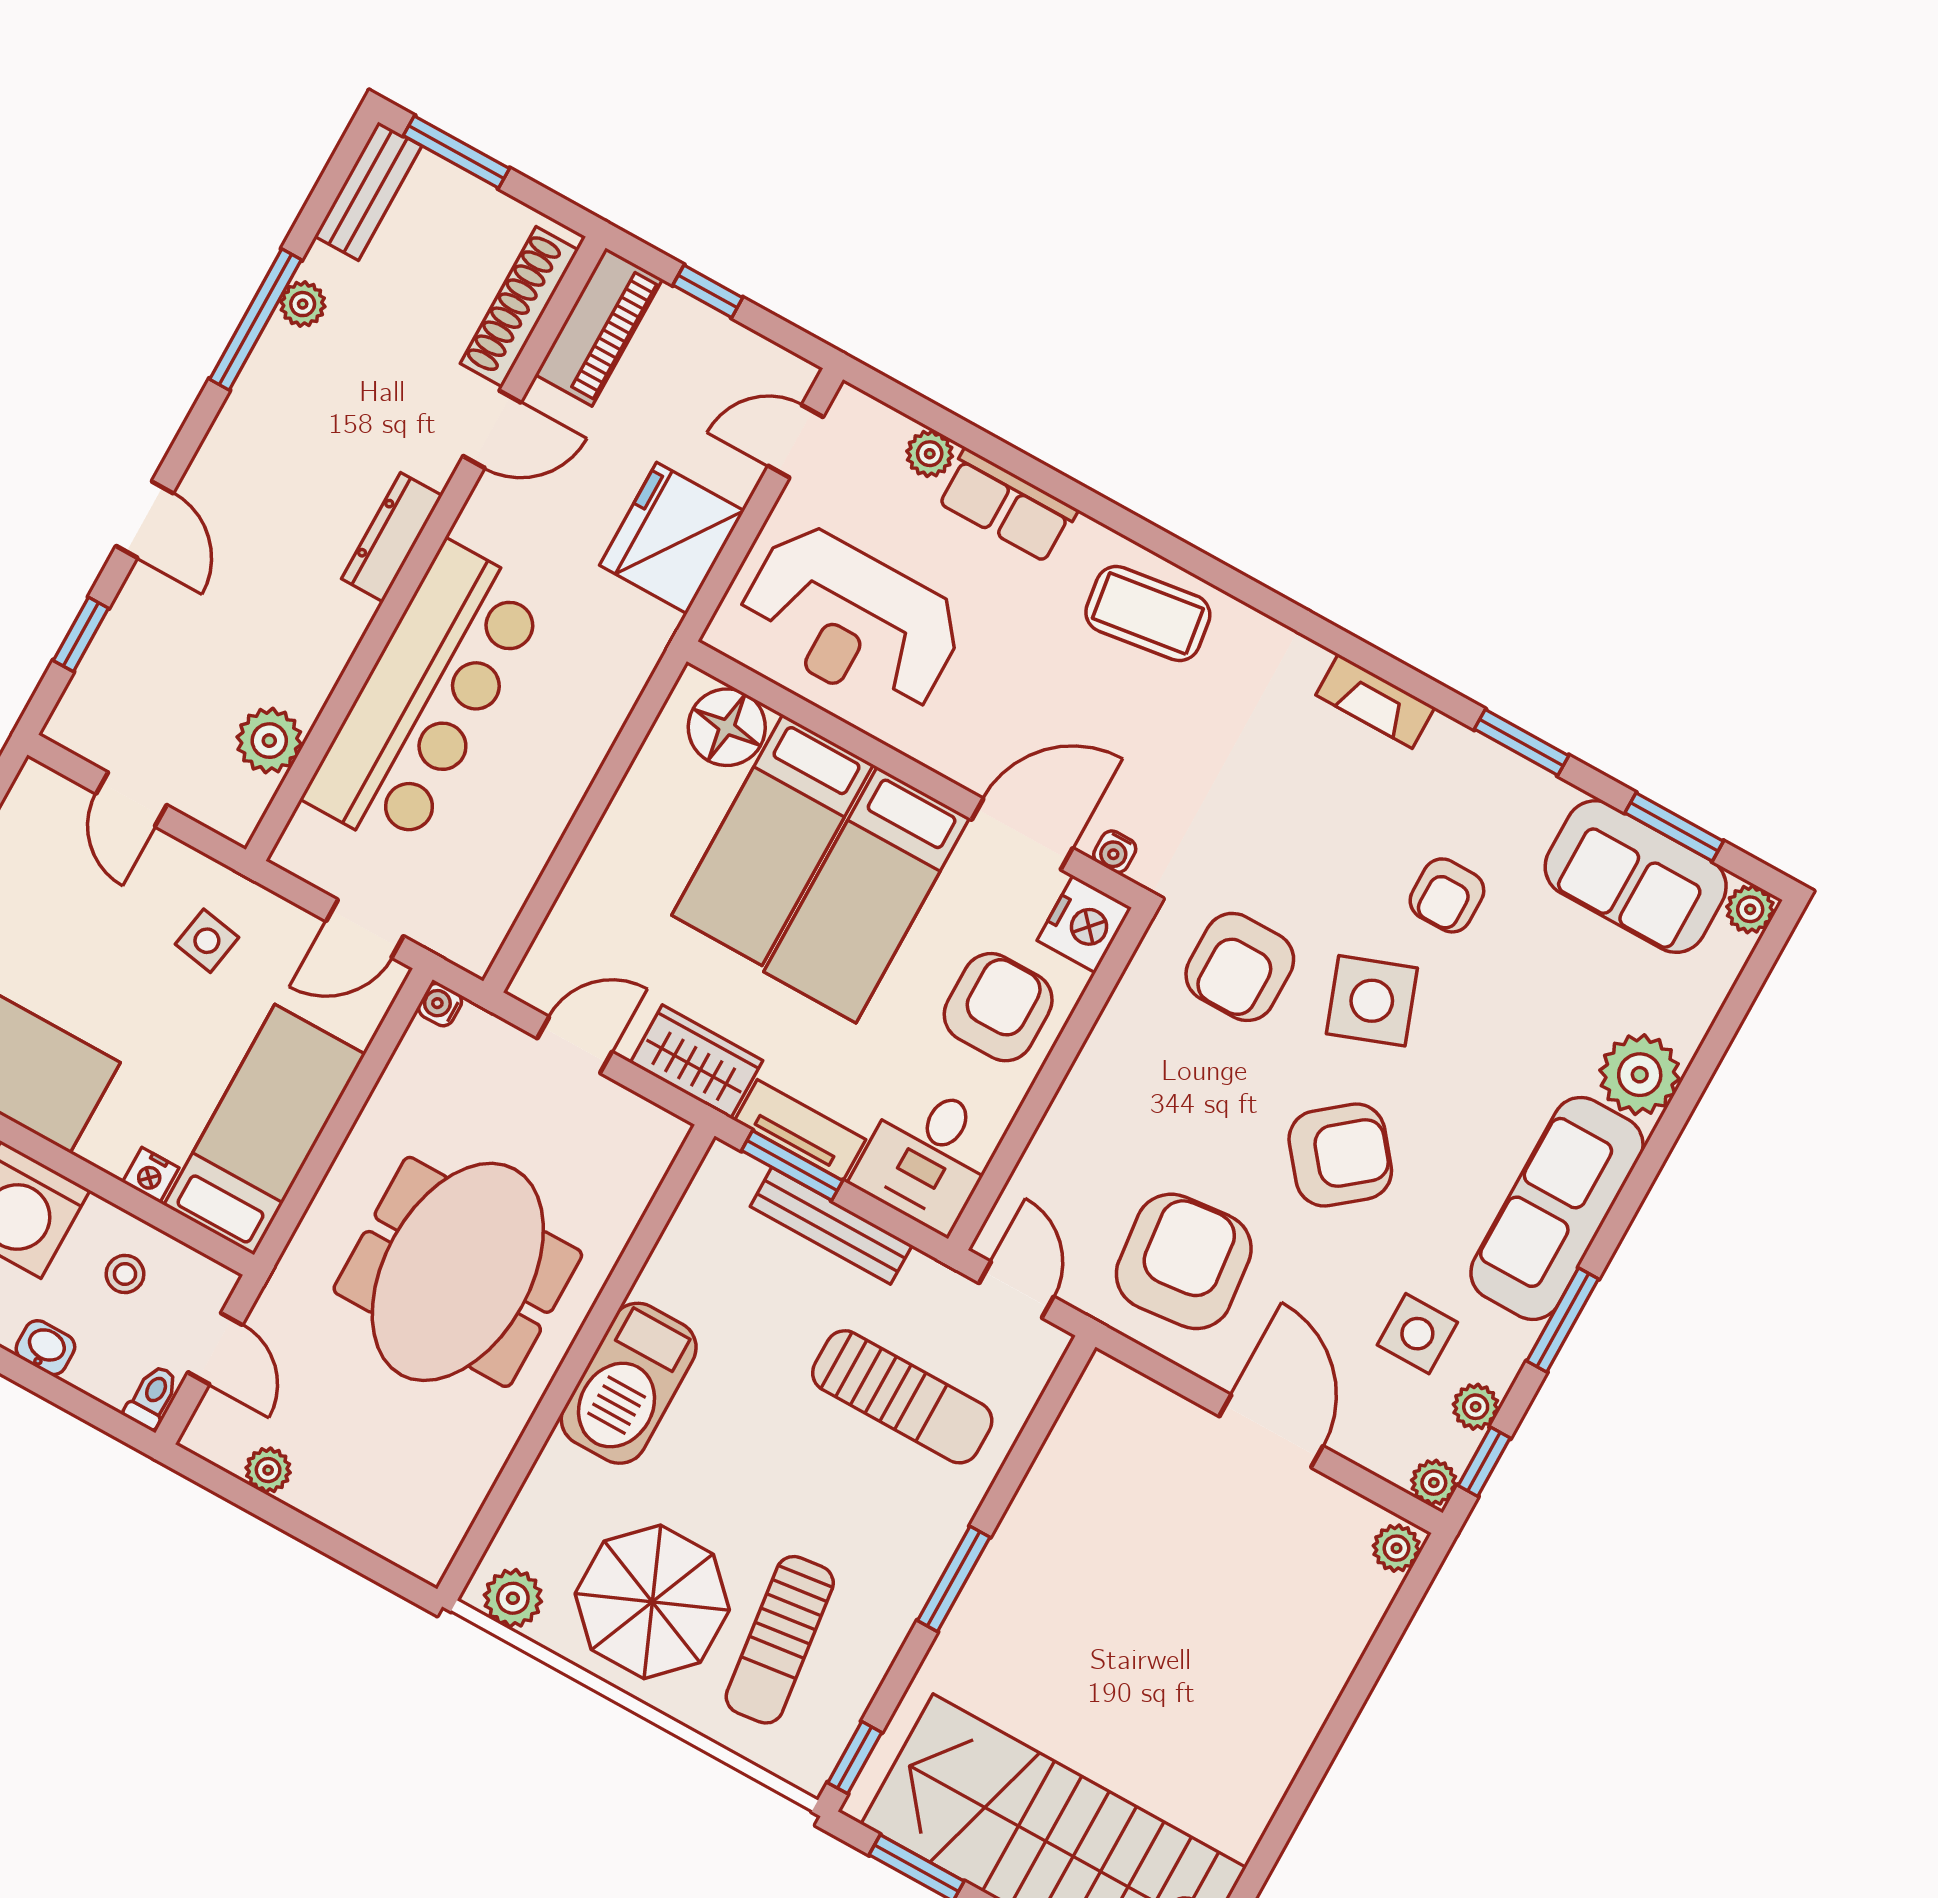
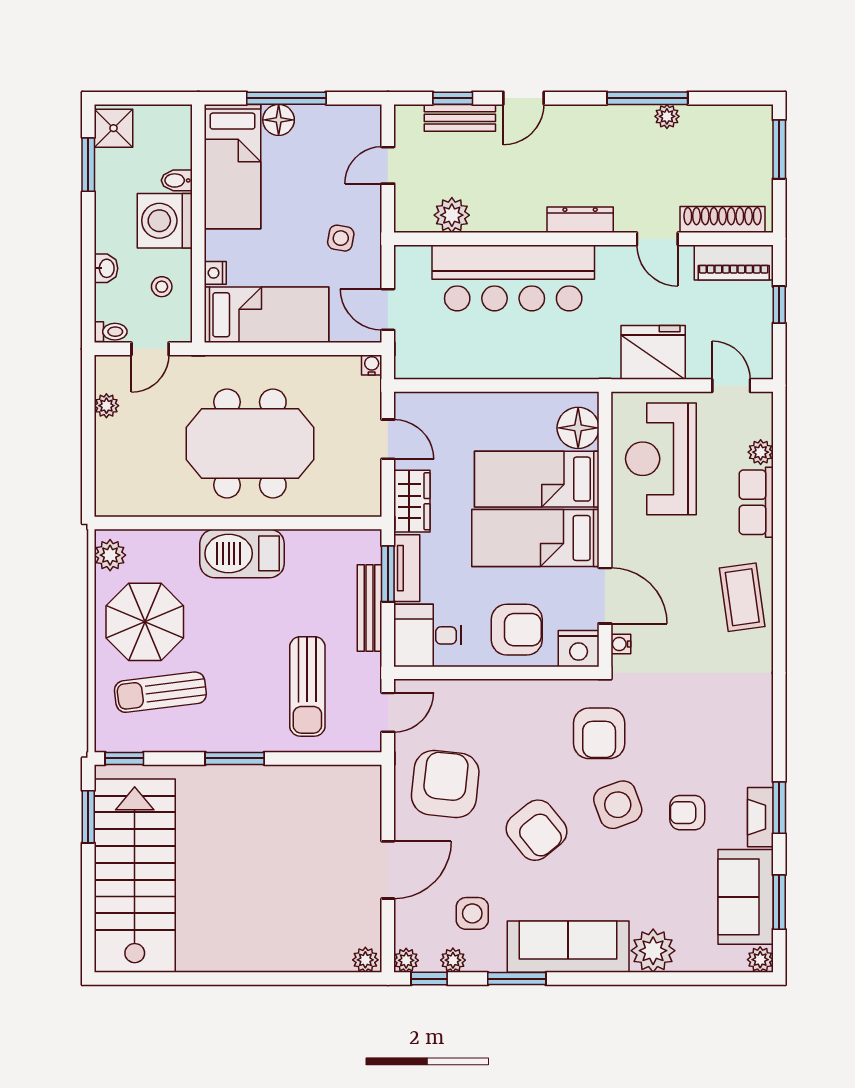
bench: (368, 191) -> (460, 118), moved
fireplace: (1375, 701) -> (760, 817), moved
armchair: (1240, 967) -> (599, 733), turned -90
armchair: (1184, 1261) -> (445, 784), turned -78

